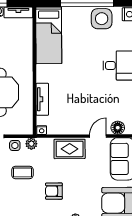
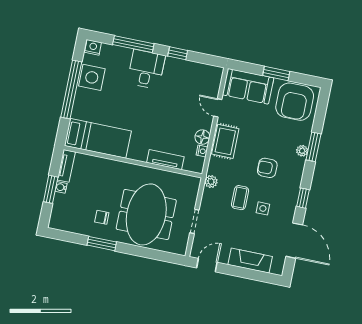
floor lamp: (118, 128) -> (202, 137), moved
nightstand: (42, 130) -> (202, 151), moved
side table: (15, 145) -> (263, 208), moved
armchair: (54, 191) -> (267, 168), turned 90

